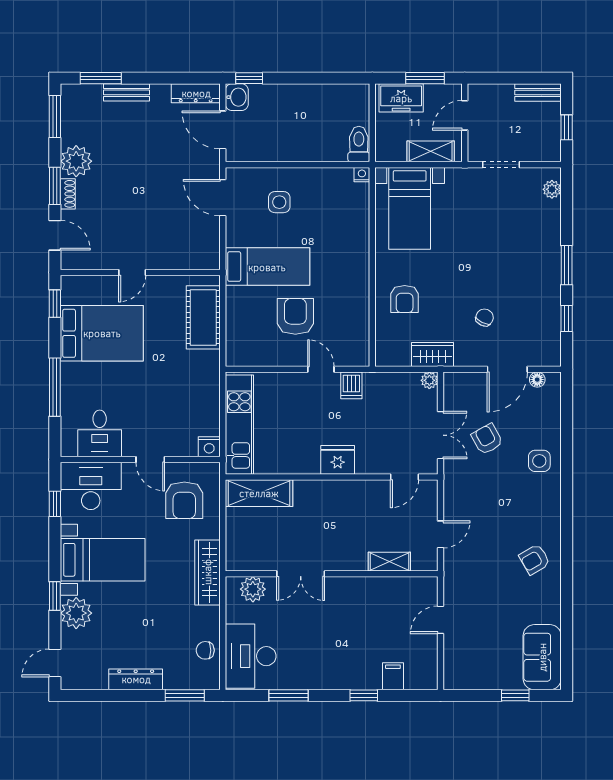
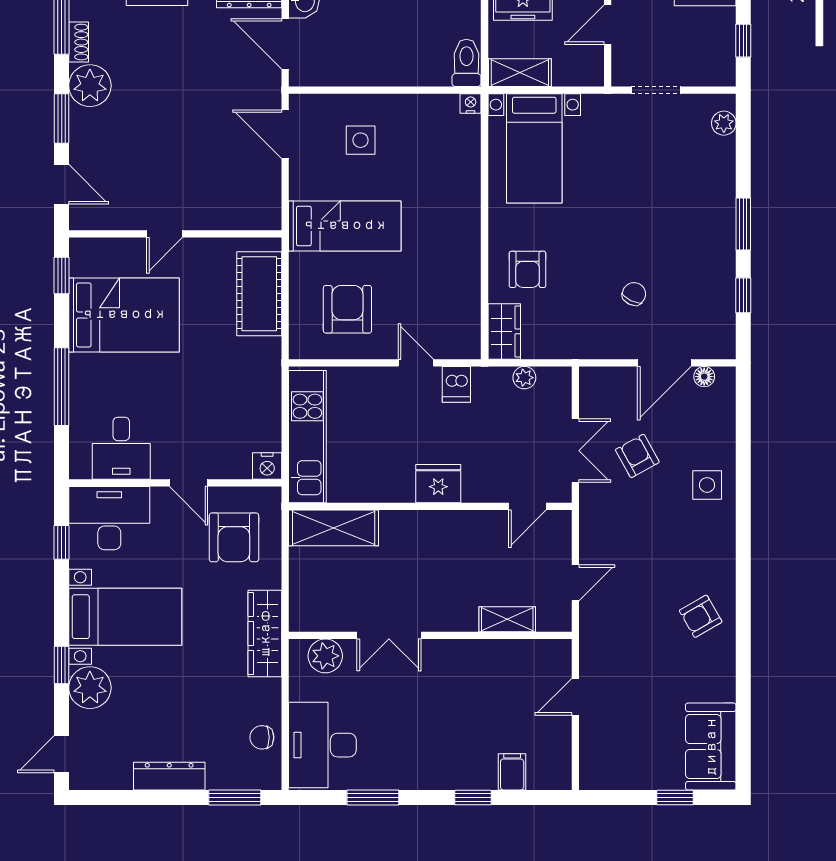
shelving: (431, 151) -> (520, 73), moved
shoe rack: (68, 194) -> (79, 42), moved
armchair: (295, 316) -> (347, 309), moved
wardrobe: (433, 354) -> (504, 331), moved, turned 90
plant: (429, 380) -> (524, 378), moved

